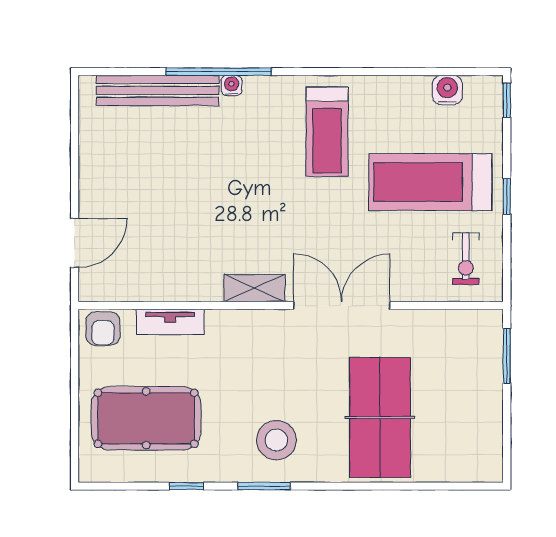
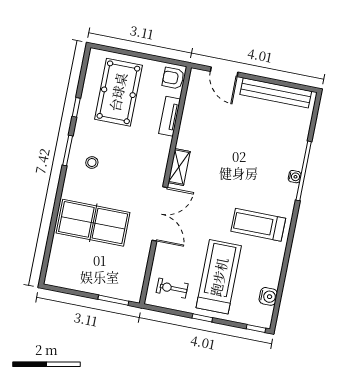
bench: (158, 90) -> (276, 93), moved, turned 90
stool: (276, 440) -> (92, 163), width x0.53, depth x0.53

